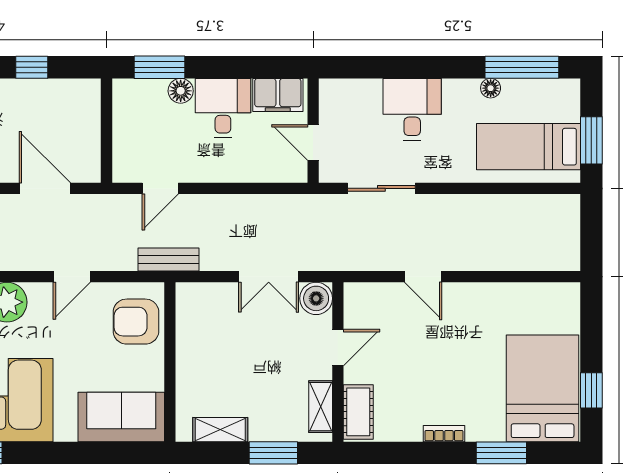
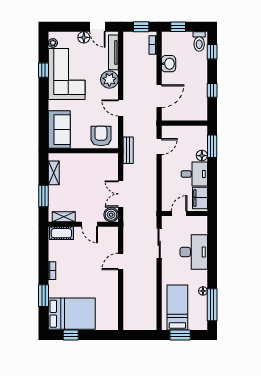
desk: (412, 110) -> (194, 252), width x1.37
door: (160, 188) -> (159, 147), swing flipped

